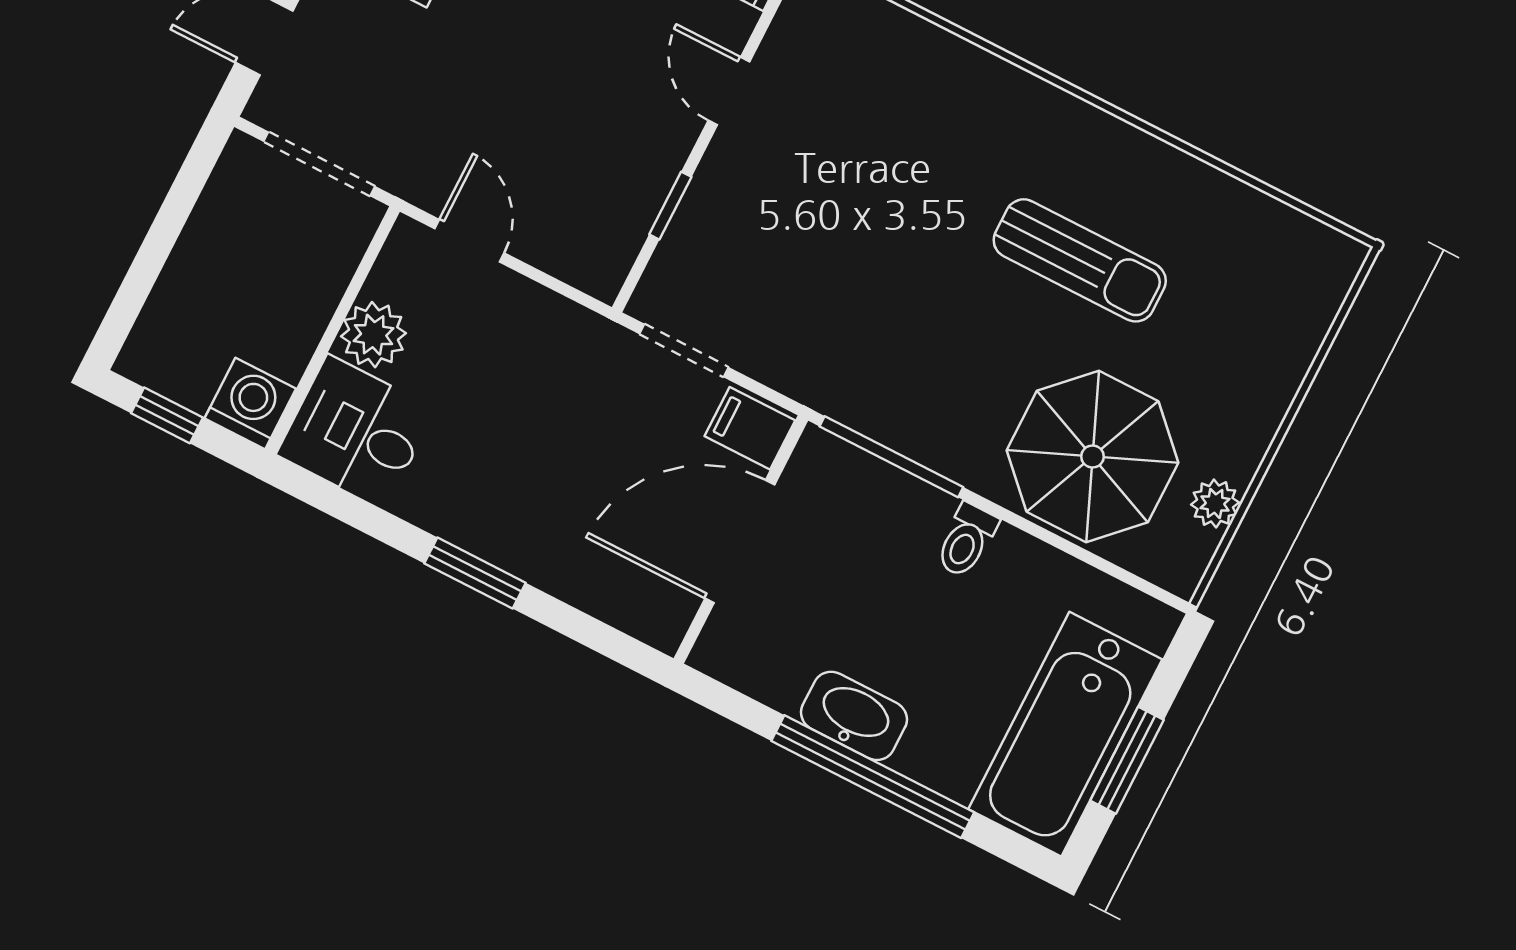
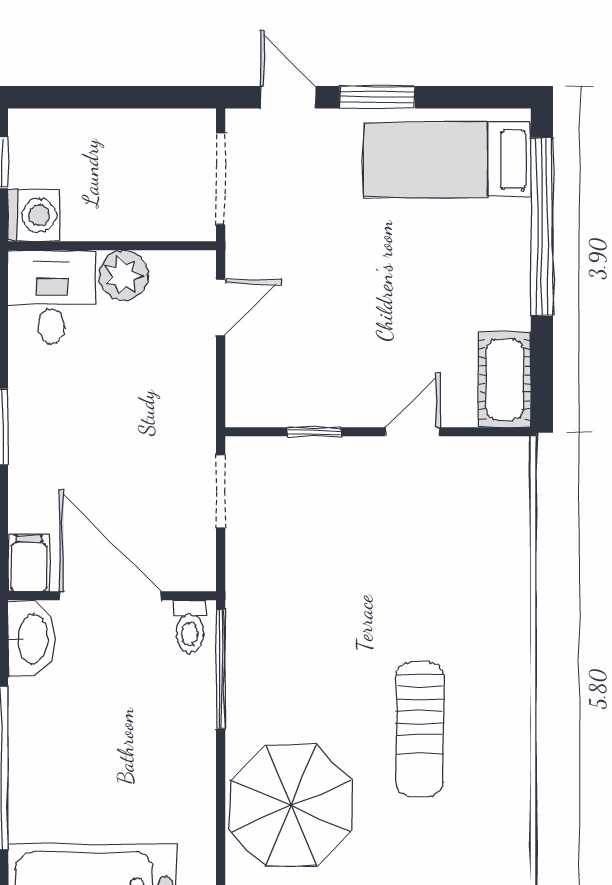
filing cabinet: (750, 428) -> (29, 563), moved
toilet: (966, 540) -> (190, 627), moved, turned -90
washbasin: (854, 716) -> (32, 639), moved

